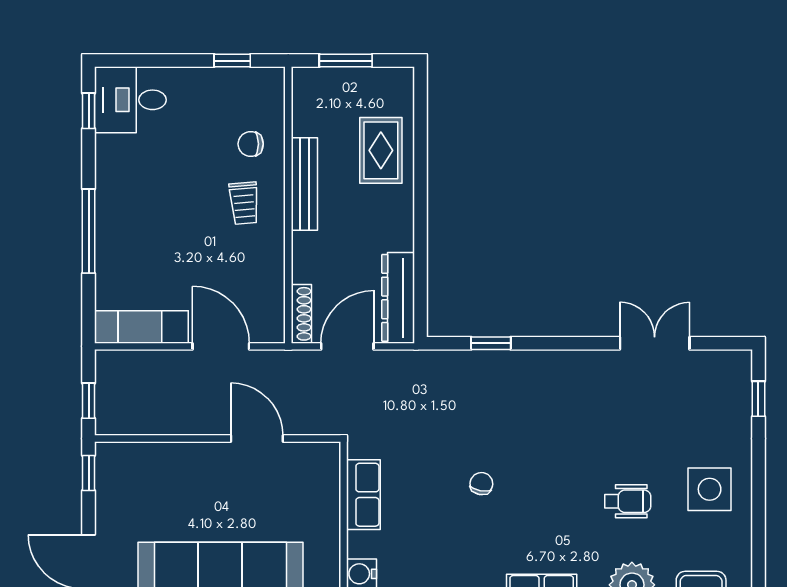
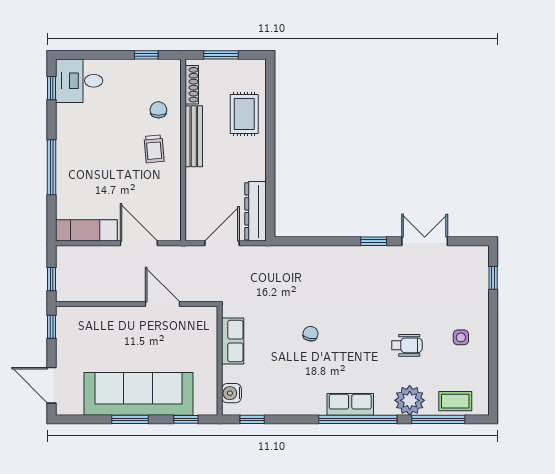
chair: (251, 144) -> (158, 110), turned 90
shoe rack: (301, 314) -> (192, 85), moved
window: (491, 343) -> (374, 241), moved
side table: (710, 489) -> (461, 337), width x0.54, depth x0.54

